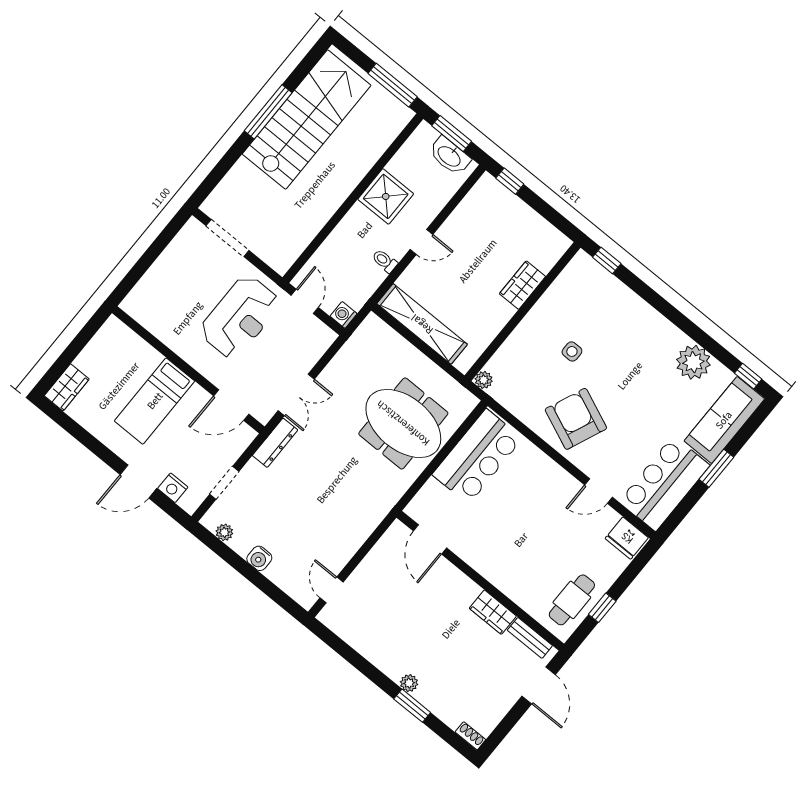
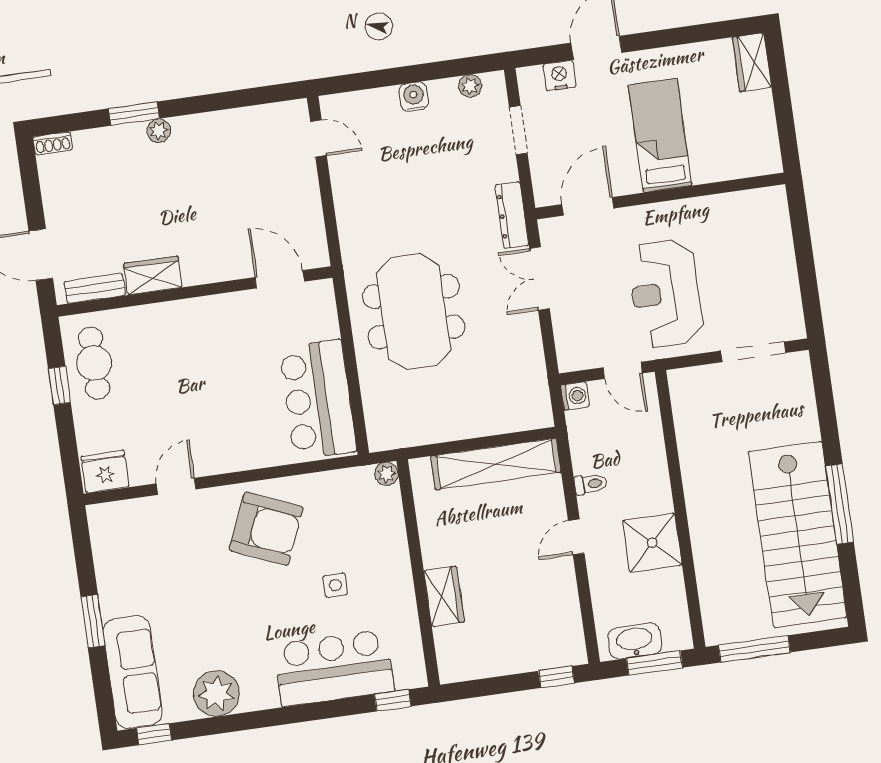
meeting table: (403, 423) -> (414, 312), moved, turned 90
bar counter: (664, 483) -> (334, 668), moved, turned -90

